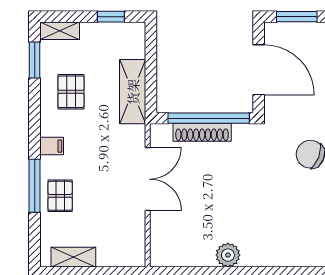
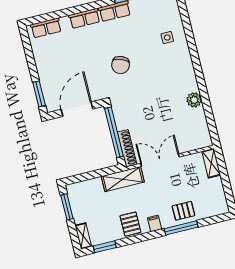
window: (111, 17) -> (67, 207), width x1.50
pallet: (71, 92) -> (130, 224), moved, turned 90
shelving: (133, 92) -> (123, 179), moved
shoe rack: (202, 132) -> (127, 148), moved
shelving: (73, 257) -> (211, 163), moved

